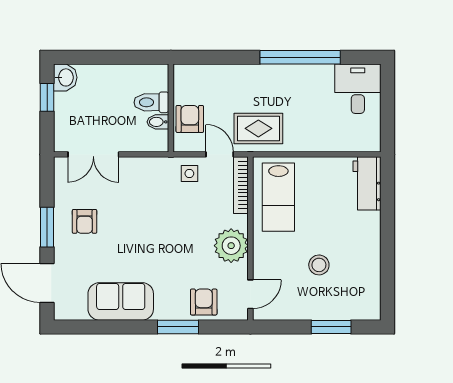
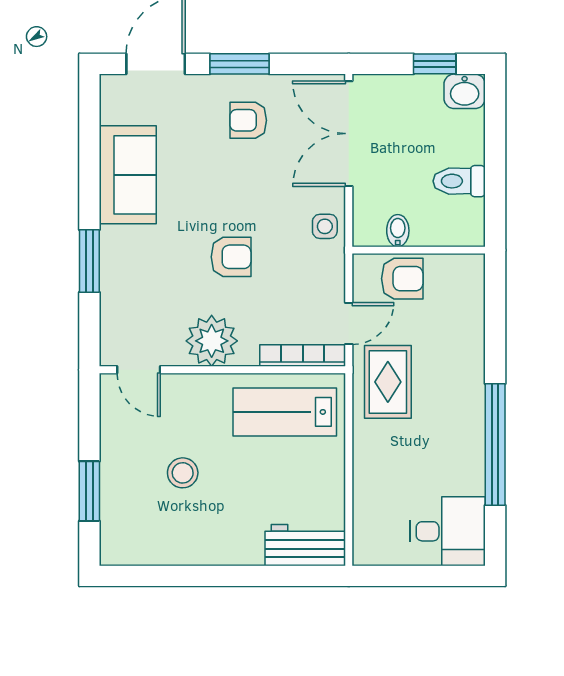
toilet: (151, 102) -> (459, 181), moved, turned -90
double door: (93, 154) -> (349, 134), width x1.37
side table: (189, 173) -> (325, 226), moved
armchair: (204, 302) -> (231, 257), moved

